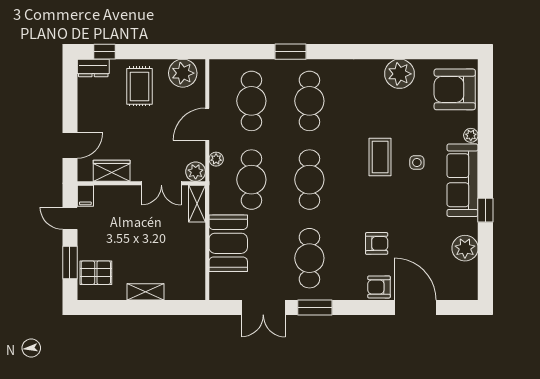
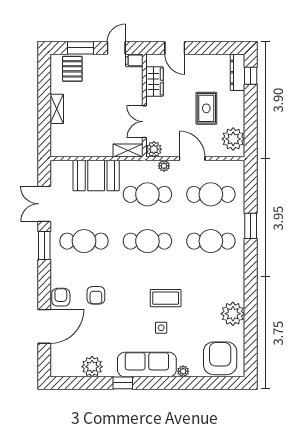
dresser: (93, 68) -> (237, 72), width x1.44
rug: (139, 86) -> (206, 108), moved, turned 90

